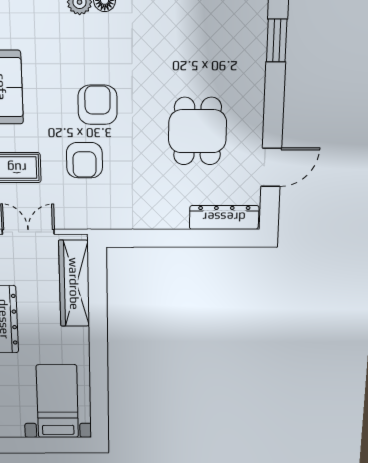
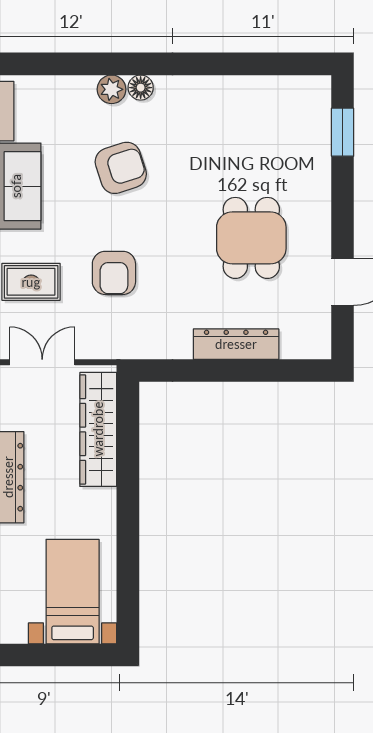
armchair: (98, 105) -> (121, 168), moved, turned 72
dresser: (224, 217) -> (236, 344), moved

